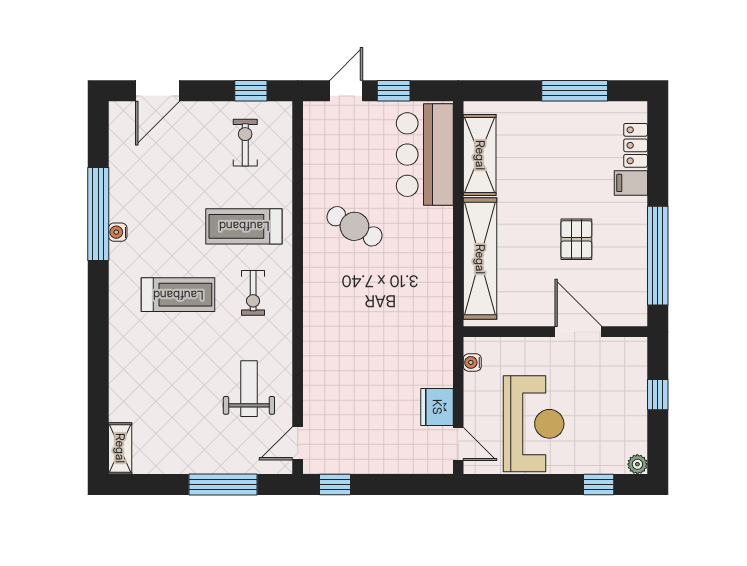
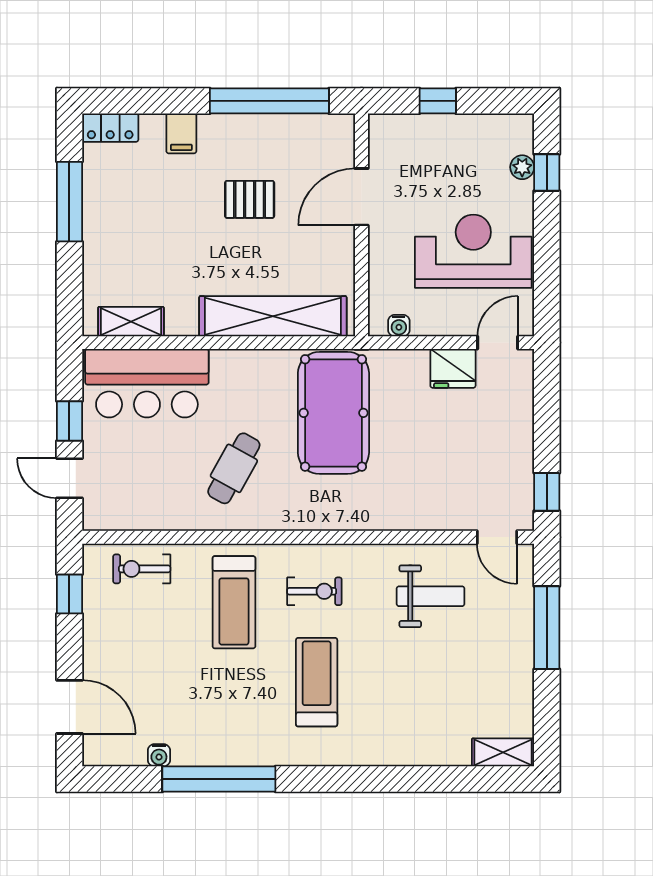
exercise bike: (245, 143) -> (142, 569), moved
locker: (636, 145) -> (110, 128), moved
shelving: (480, 155) -> (131, 322), width x0.67, depth x0.75
water cooler: (118, 232) -> (159, 755), moved
pool table: (400, 309) -> (333, 413), added
weight bench: (249, 389) -> (431, 596), turned 180
plant: (637, 464) -> (522, 167), moved

